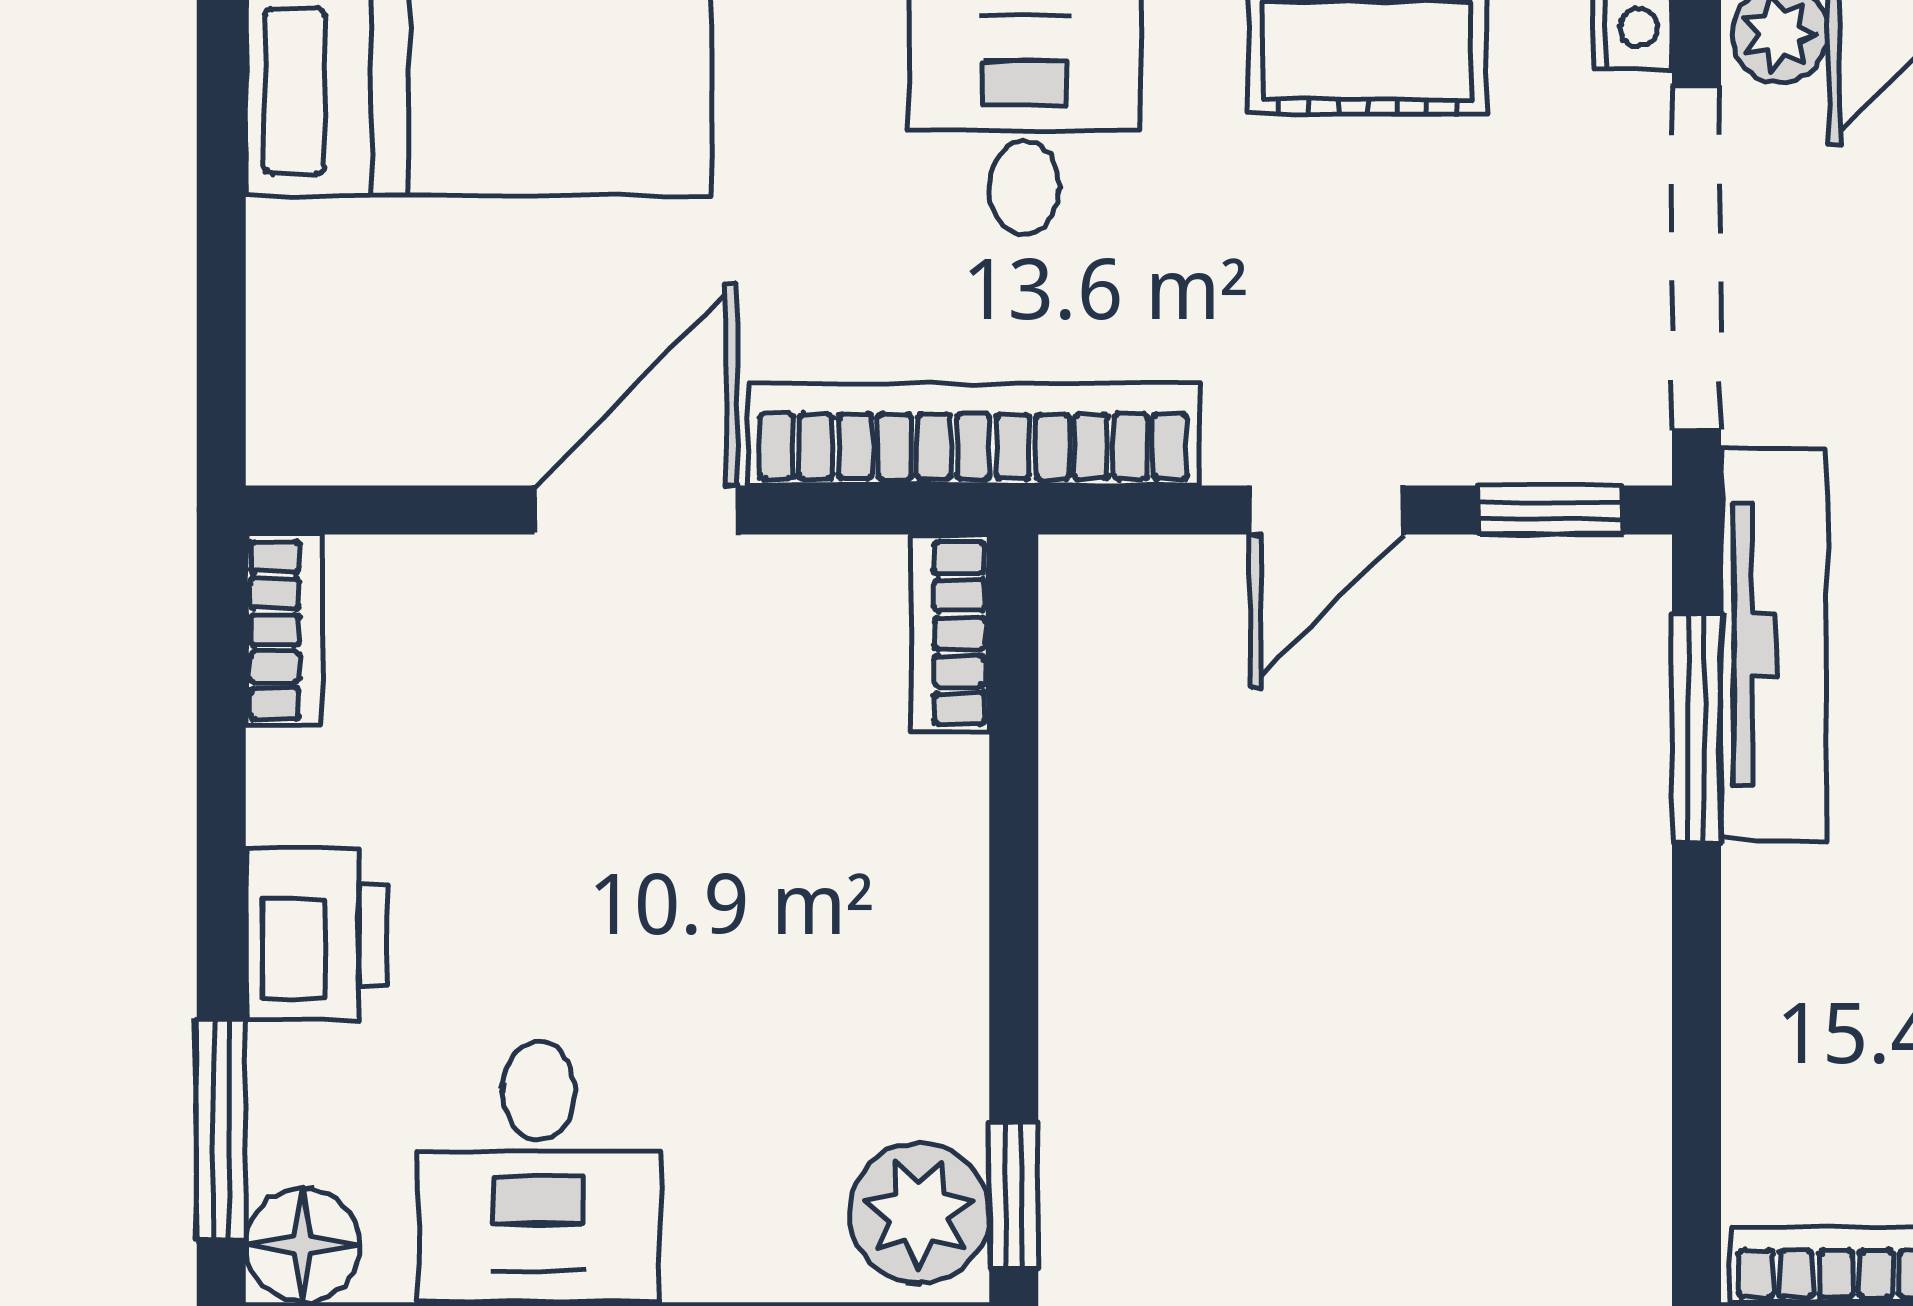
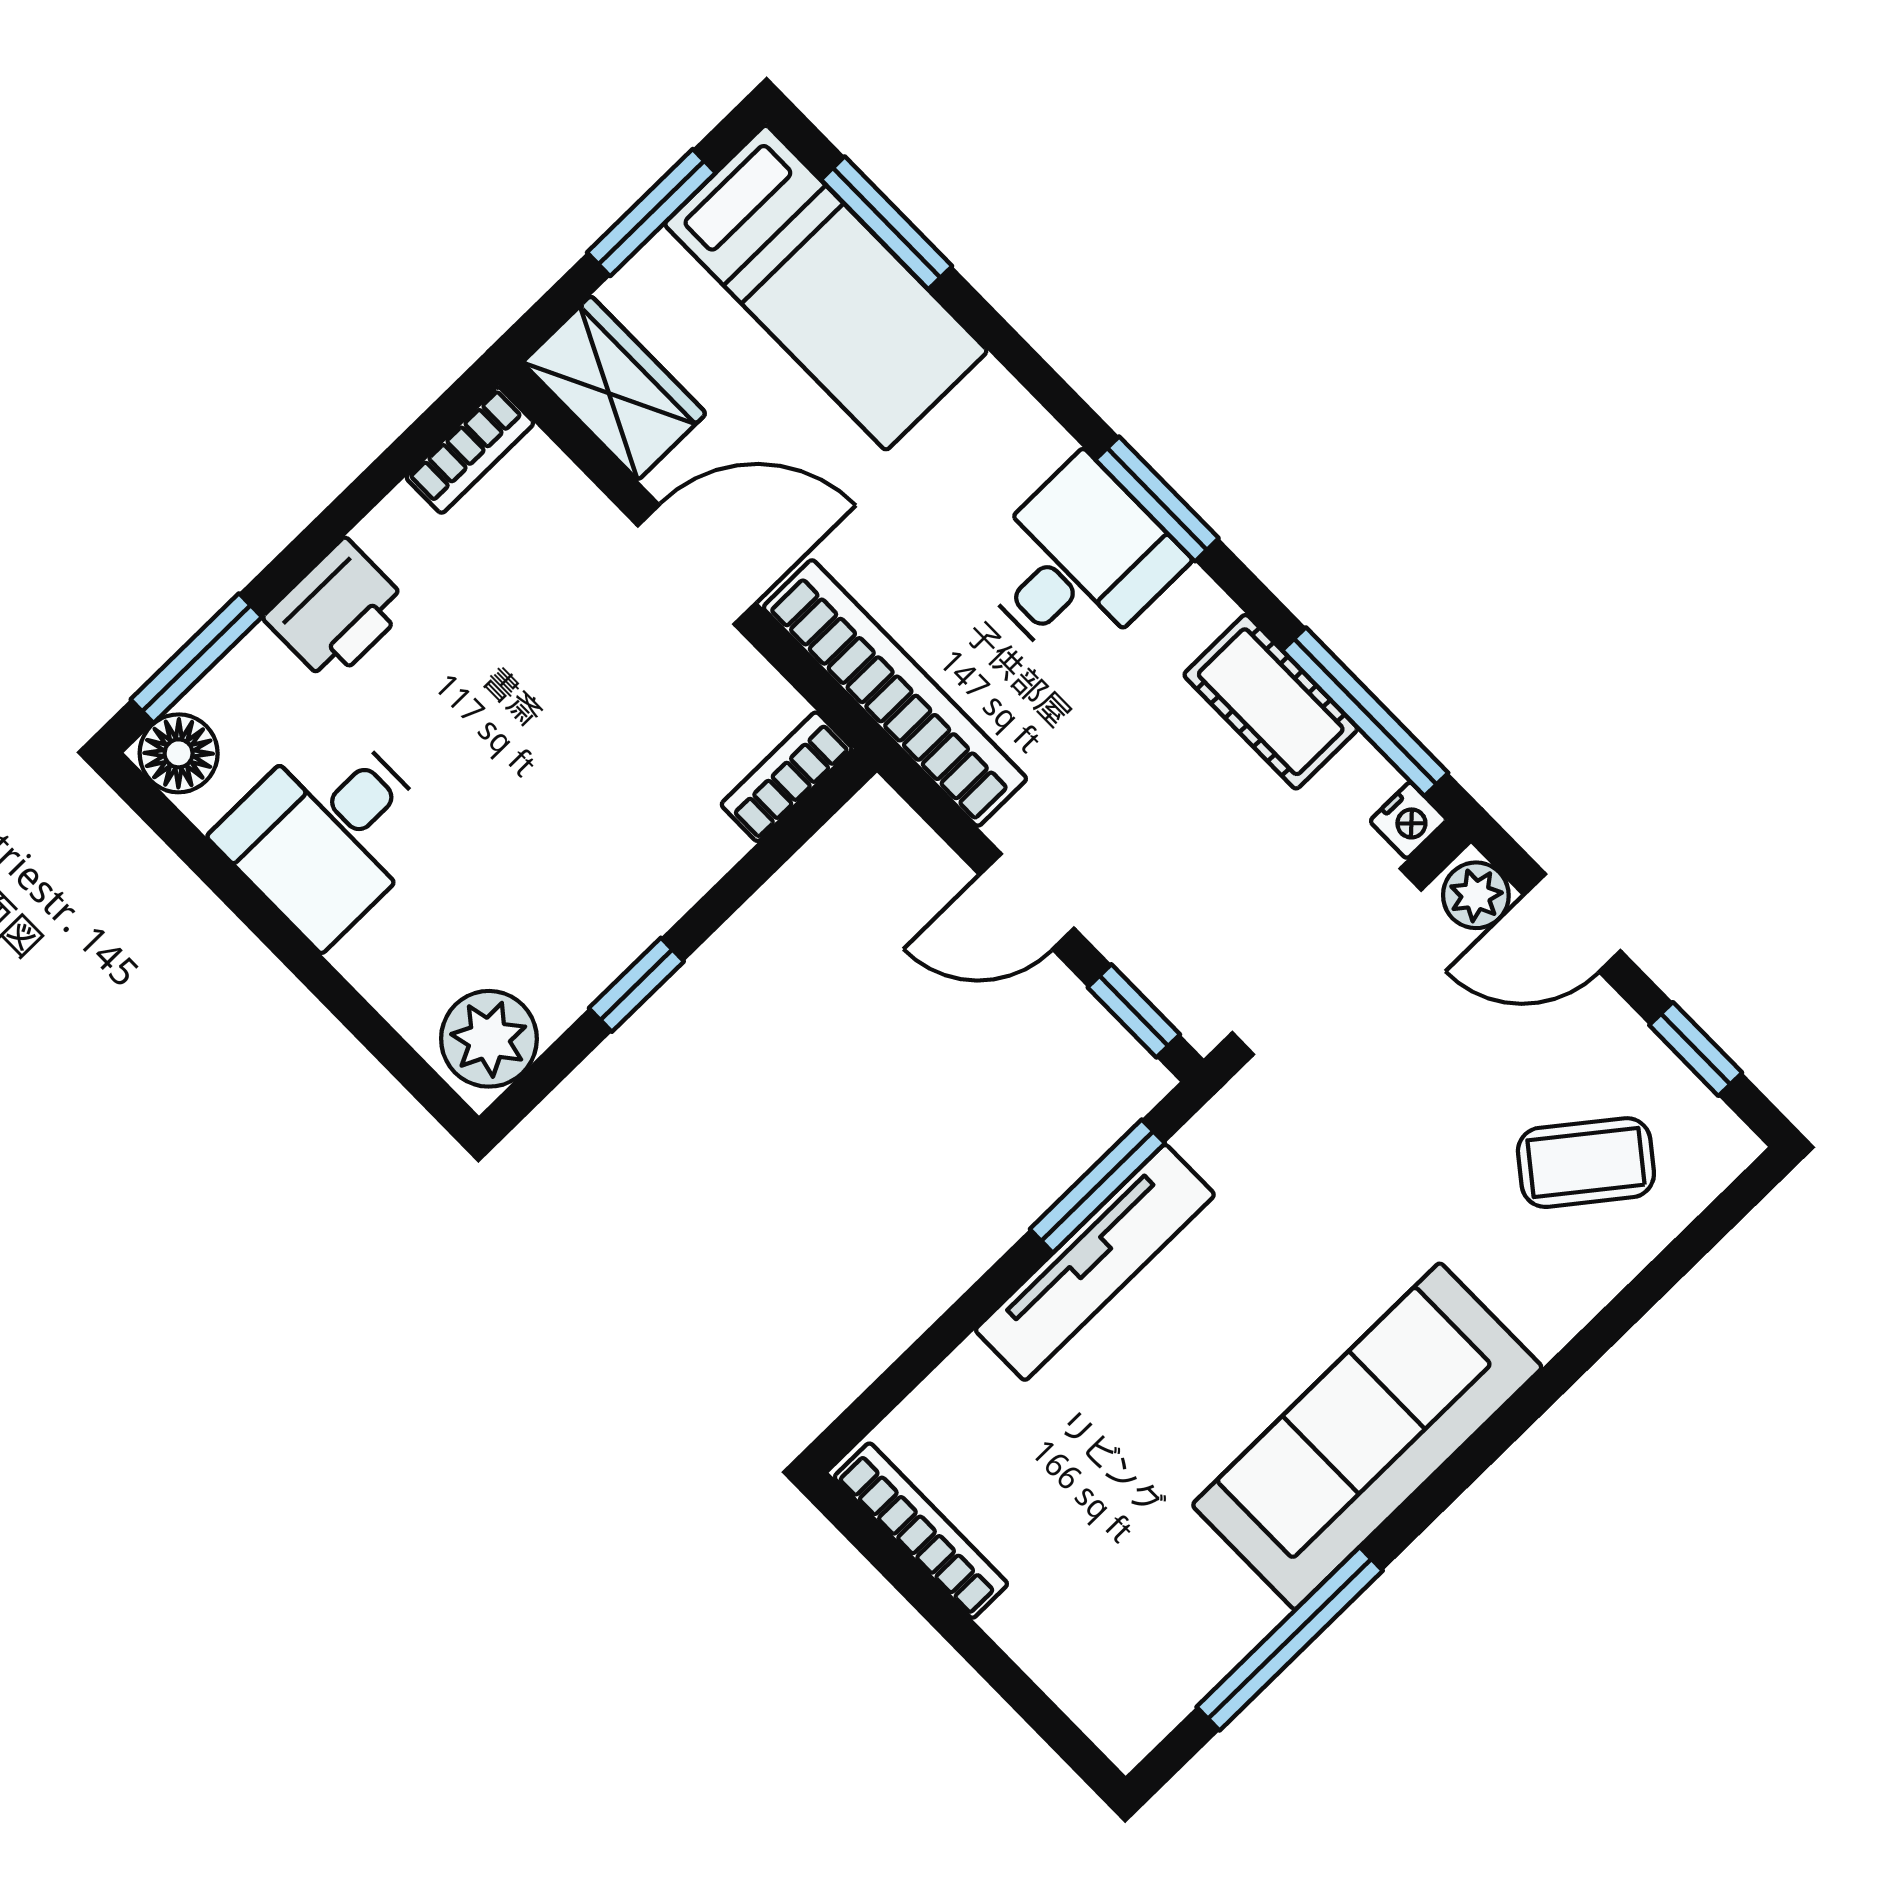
window: (221, 197) -> (651, 213), added
wardrobe: (367, 415) -> (614, 388), added
tv unit: (1774, 644) -> (1095, 1262), moved
window: (1014, 1196) -> (636, 985), moved

